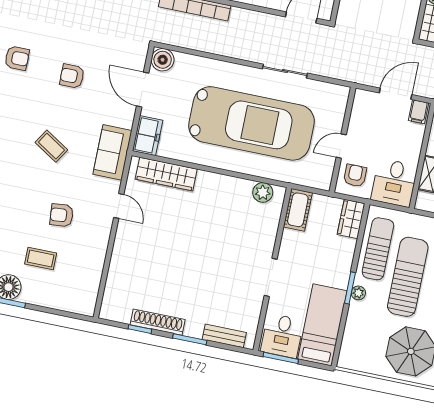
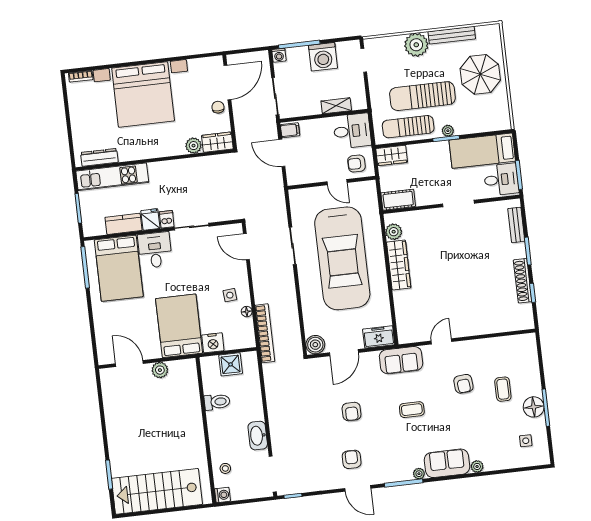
car: (252, 123) -> (342, 258), turned 180
coffee table: (51, 146) -> (412, 410), turned 58
wardrobe: (166, 174) -> (399, 265), moved

